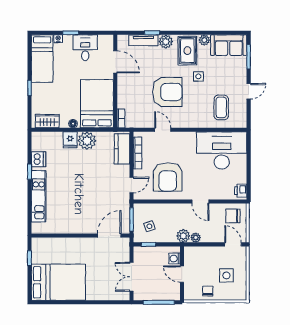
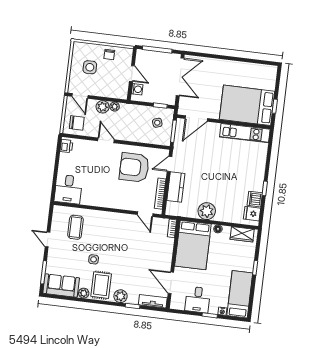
tv unit: (143, 40) -> (153, 301), moved
door: (249, 91) -> (48, 239), hinge flipped
armchair: (167, 92) -> (125, 248), removed
door: (163, 130) -> (145, 214), moved
fridge: (70, 140) -> (252, 214), moved, turned -90
kitchen counter: (122, 149) -> (176, 187), moved
desk: (222, 150) -> (68, 189), width x0.53, depth x0.77
armchair: (168, 177) -> (134, 167), turned -90
kitchen unit: (39, 196) -> (245, 133), moved, turned -90
plant: (183, 236) -> (103, 107), moved
double door: (132, 277) -> (180, 77), width x1.37
bed: (58, 282) -> (247, 105), moved

